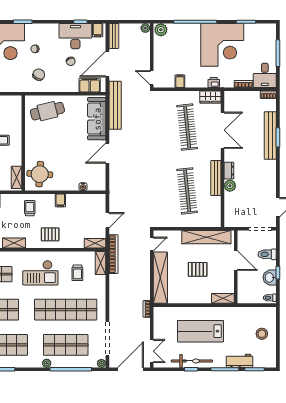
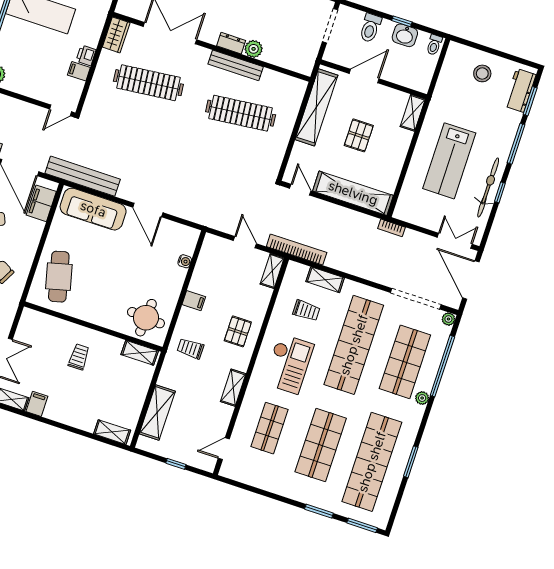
printer: (214, 82) -> (86, 55), moved
shelving: (101, 263) -> (325, 280), moved
workbench: (240, 361) -> (520, 90), moved

